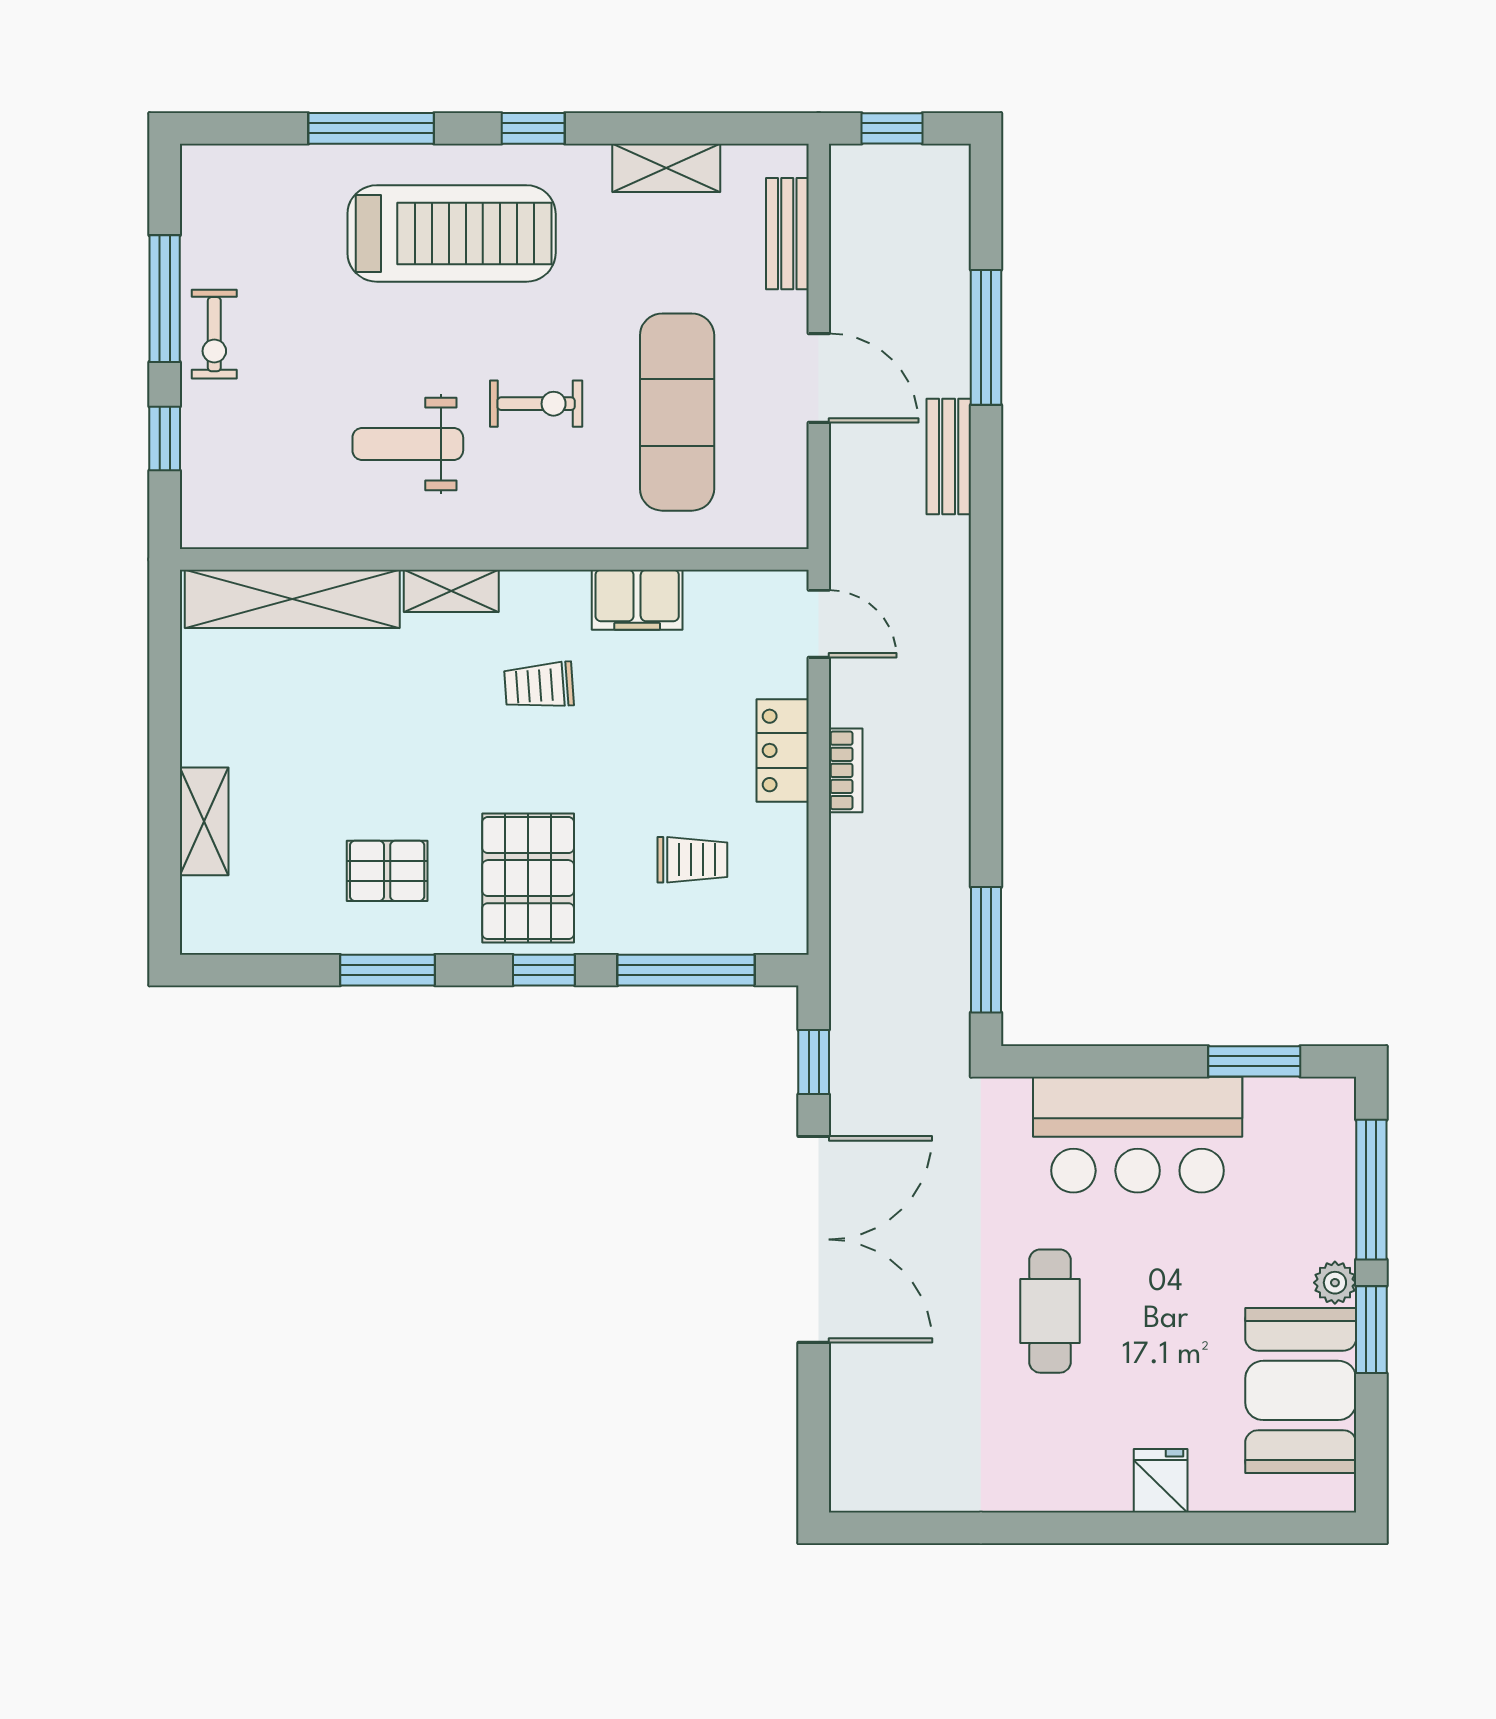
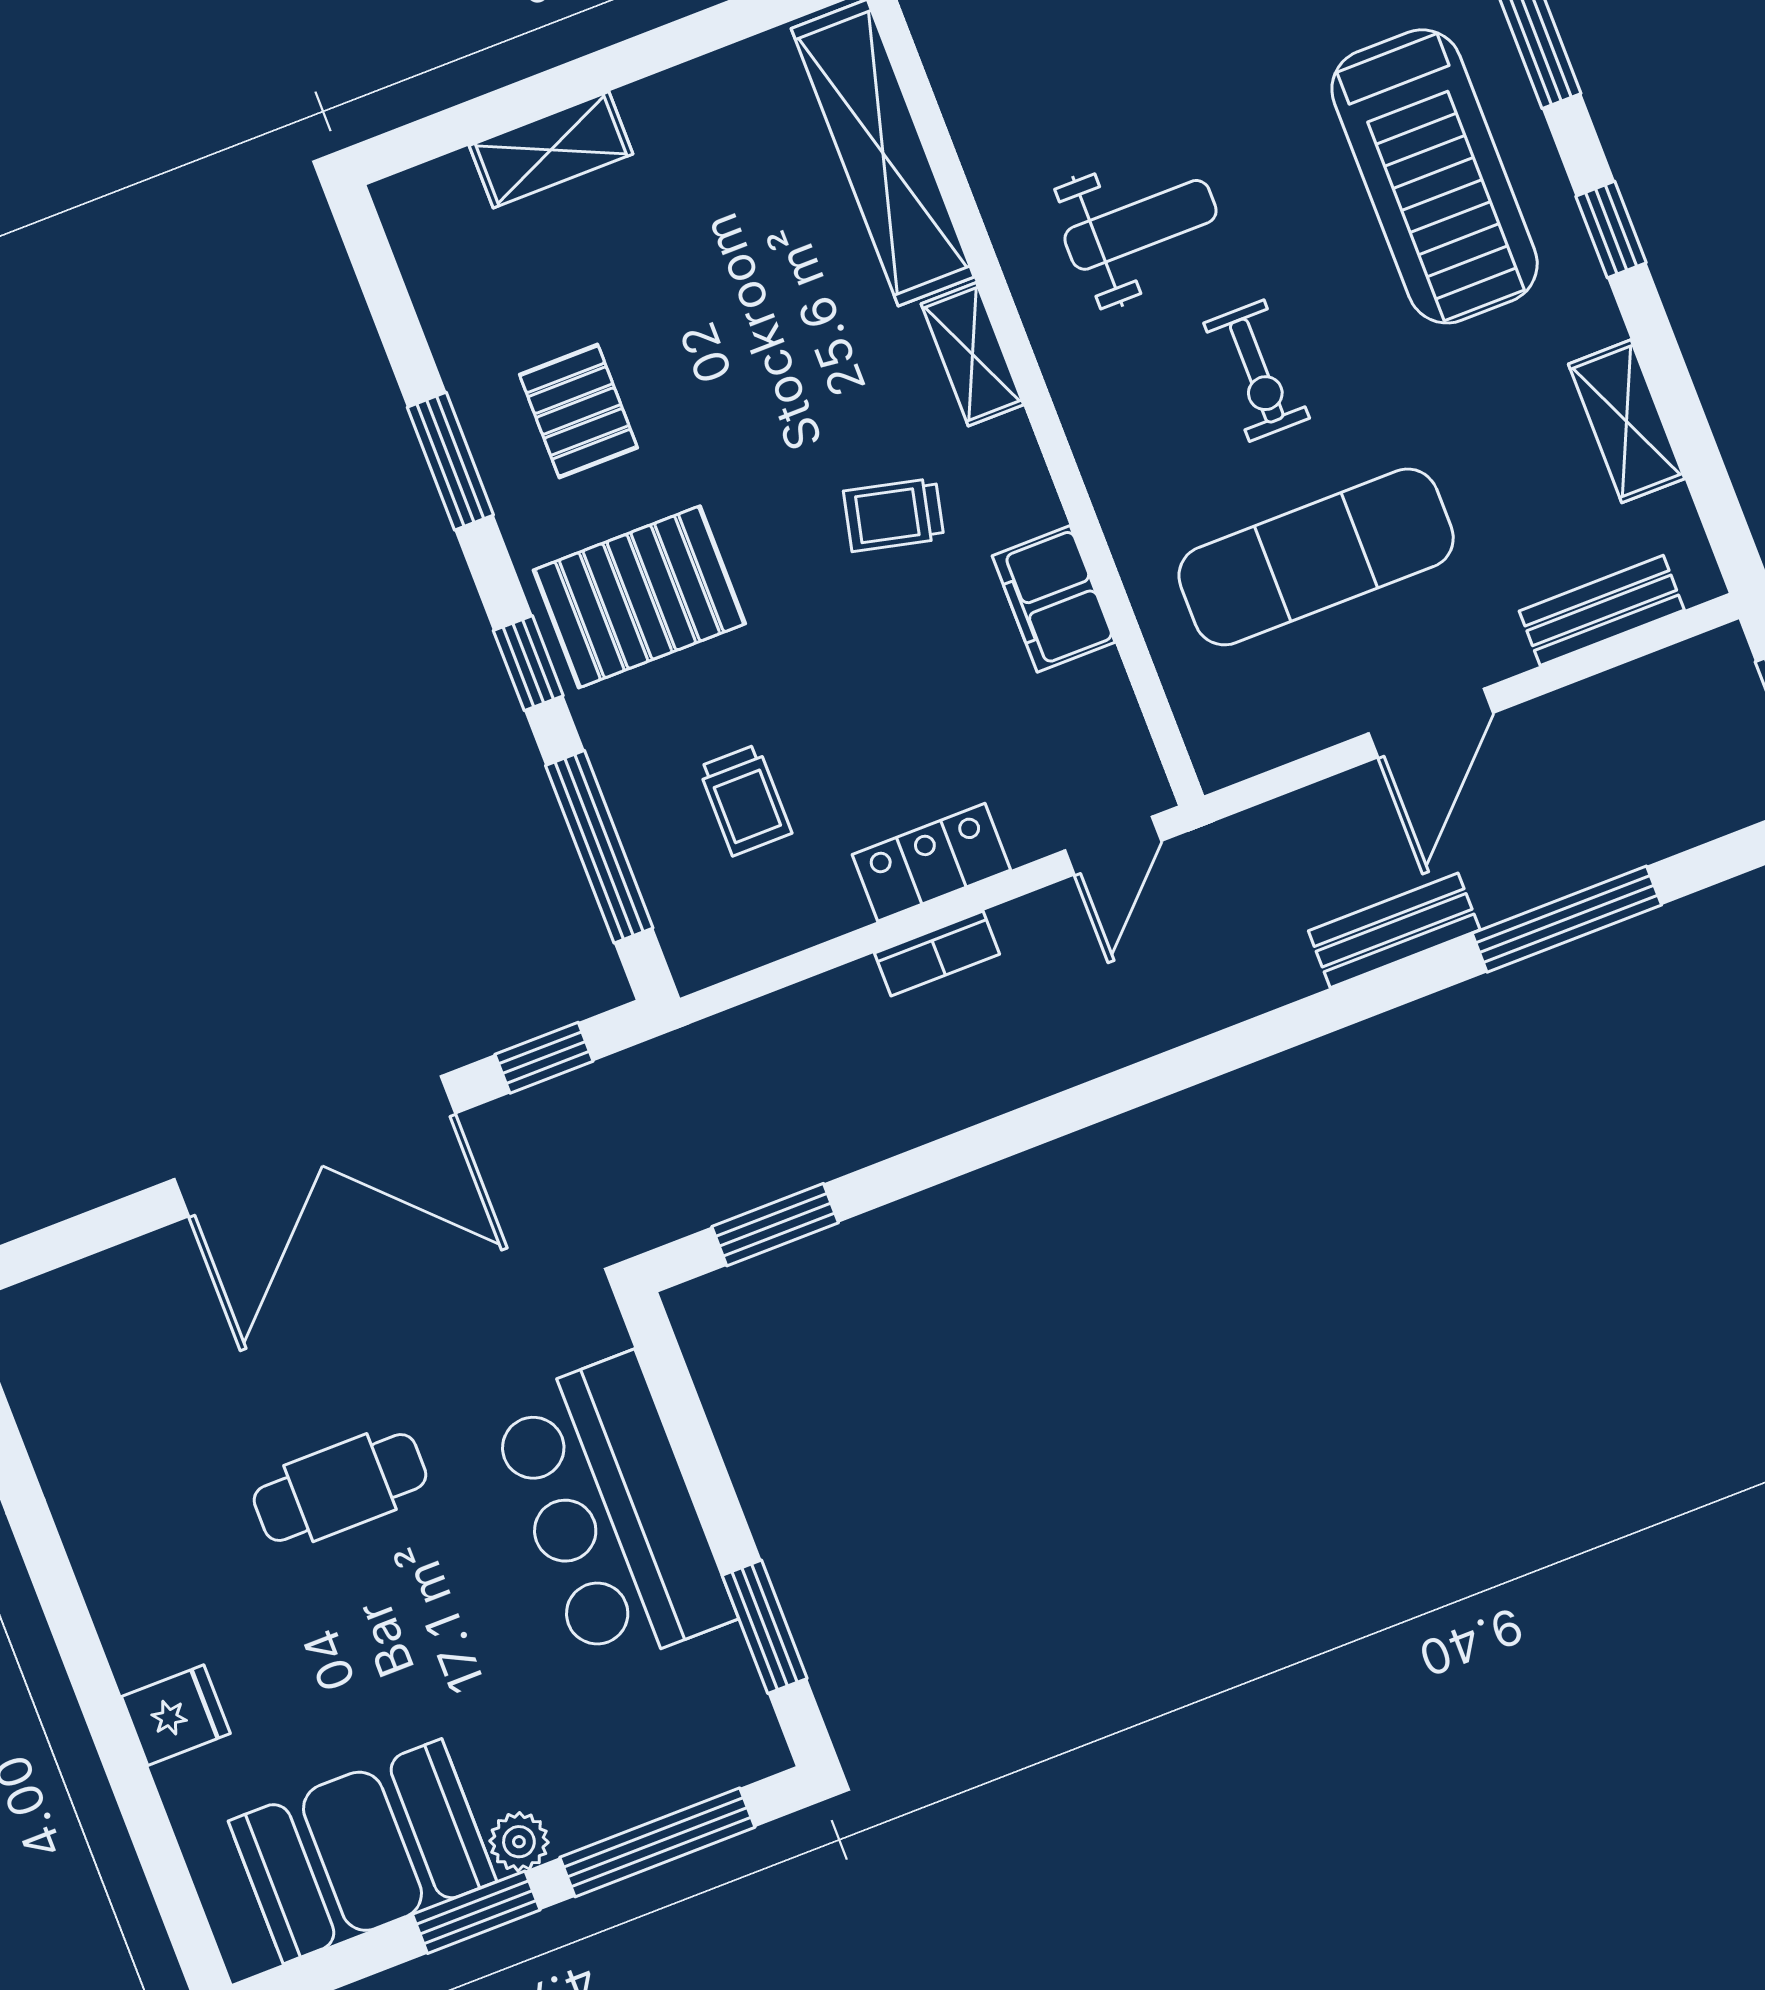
weight bench: (408, 444) -> (1141, 225), turned 90
trolley: (539, 686) -> (894, 515), turned -73
window: (986, 950) -> (775, 1225), width x0.69

